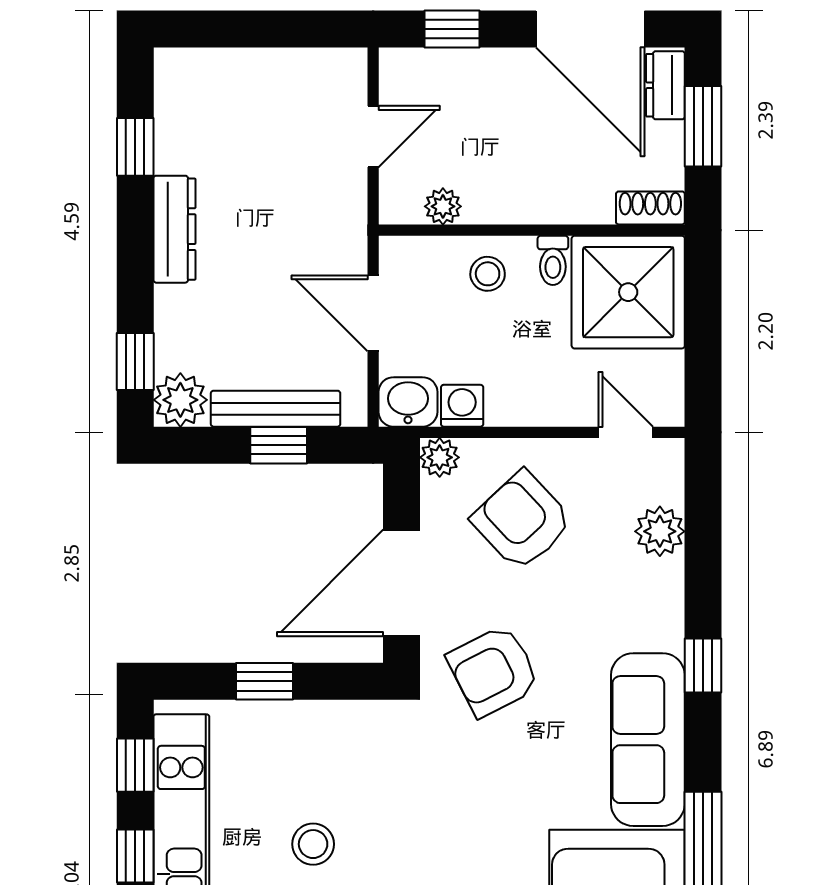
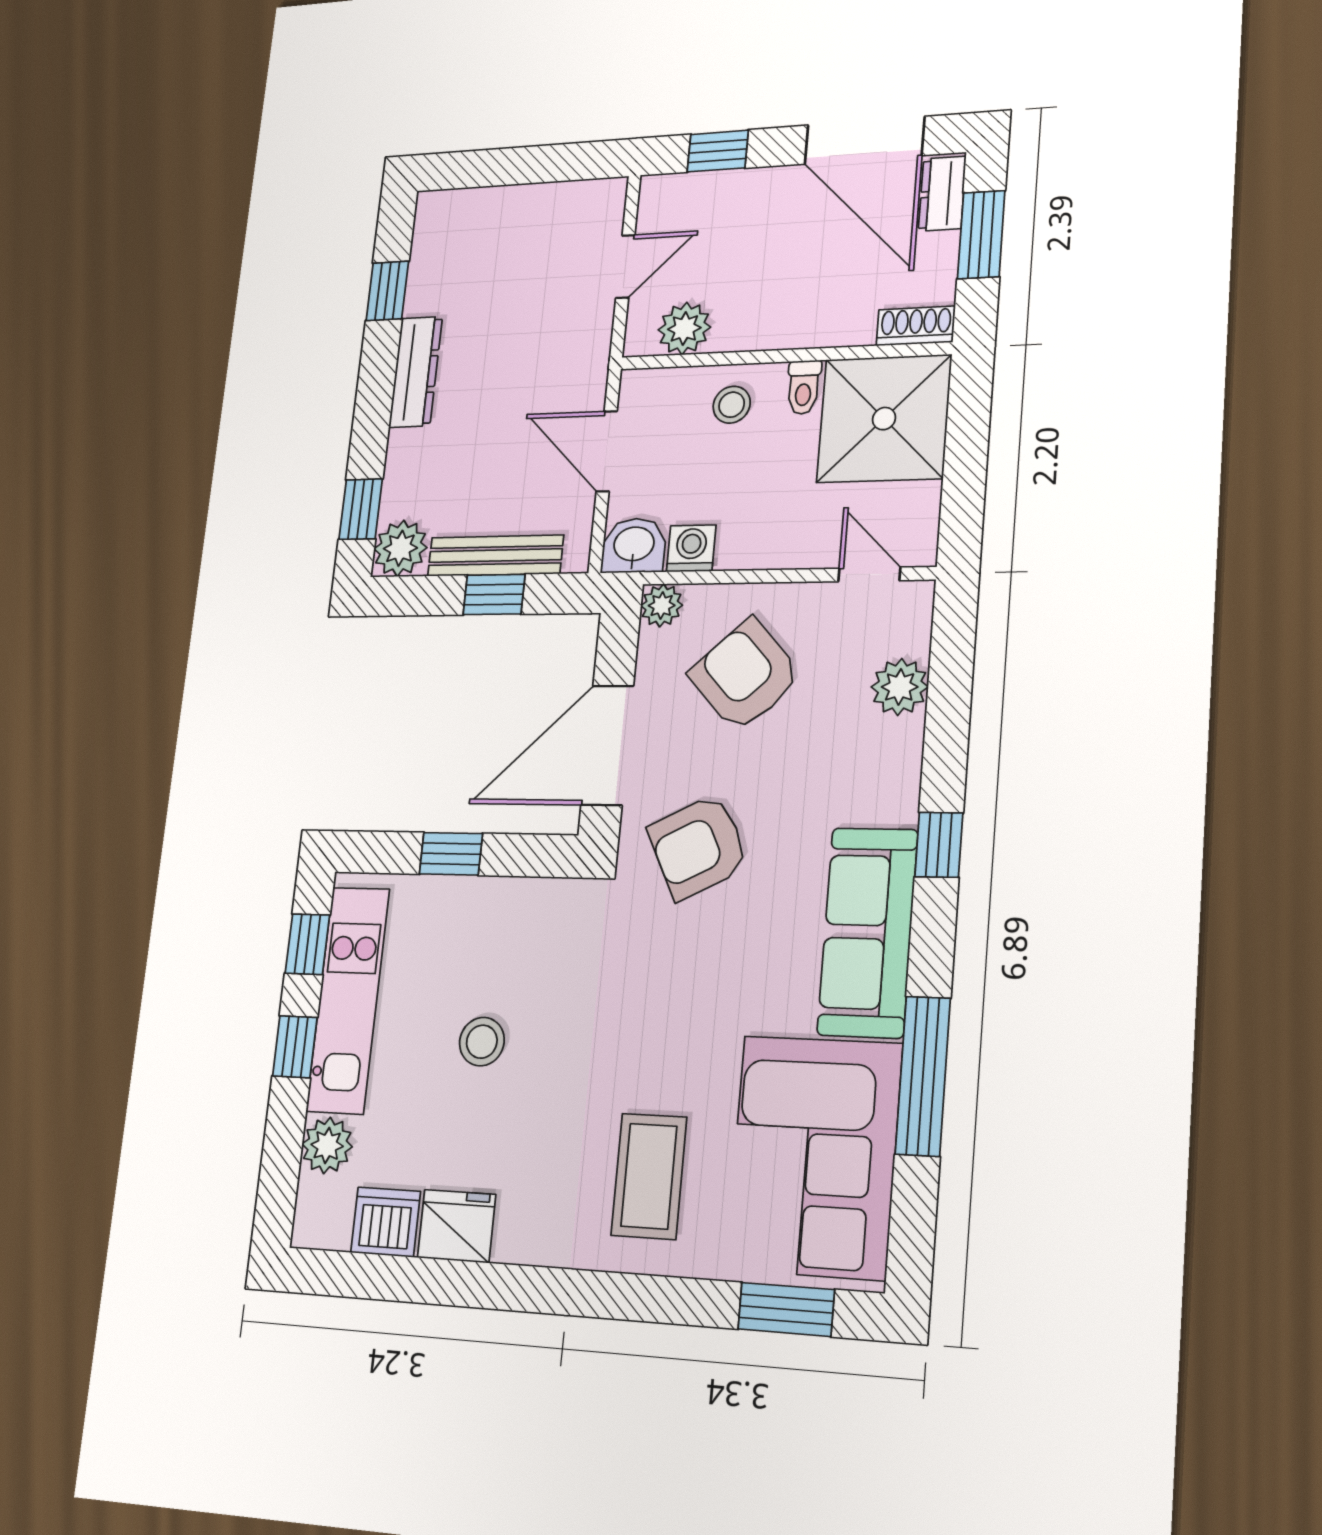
plant: (443, 206) -> (684, 328), width x1.38, depth x1.38

